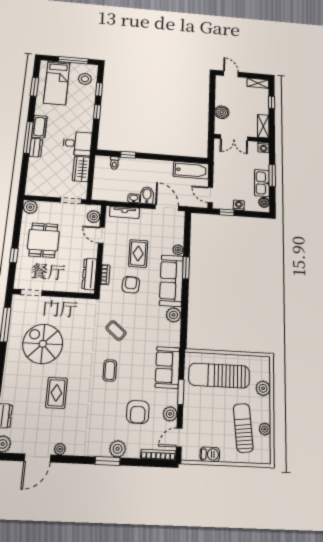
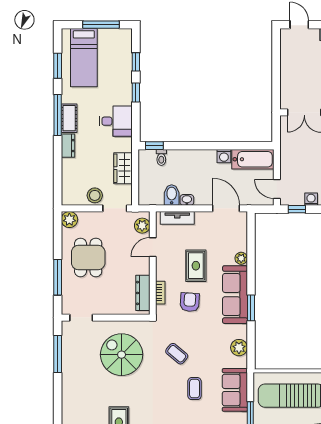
stool: (85, 79) -> (95, 195), moved
boiler: (222, 112) -> (289, 79), removed
window: (28, 137) -> (58, 115), moved
desk: (77, 144) -> (116, 121), moved
window: (128, 155) -> (154, 146), moved
washing machine: (167, 166) -> (224, 156), added
bidet: (147, 195) -> (172, 195), moved
door: (101, 235) -> (153, 247), hinge flipped
window: (14, 255) -> (58, 277), width x2.17
window: (186, 268) -> (251, 308), moved
plant: (173, 315) -> (239, 348), moved
spiral stairs: (43, 344) -> (122, 355), moved
coffee table: (110, 370) -> (195, 389), moved

